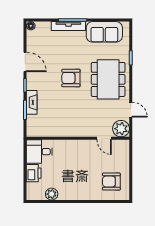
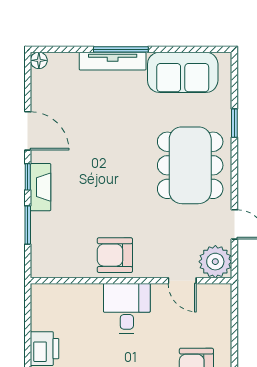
armchair: (71, 78) -> (115, 255), moved
fireplace: (32, 102) -> (41, 187), moved
desk: (39, 152) -> (127, 308), moved, turned 90

